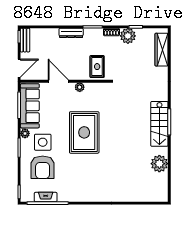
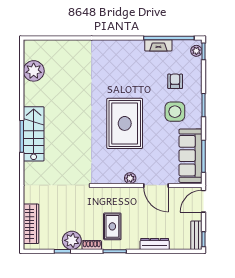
dresser: (71, 33) -> (155, 244), moved
rug: (97, 67) -> (112, 226), moved
plant: (25, 133) -> (196, 51), moved
plant: (159, 164) -> (34, 71), moved
armchair: (43, 167) -> (175, 81), width x0.53, depth x0.53
fireplace: (46, 197) -> (158, 45), moved

